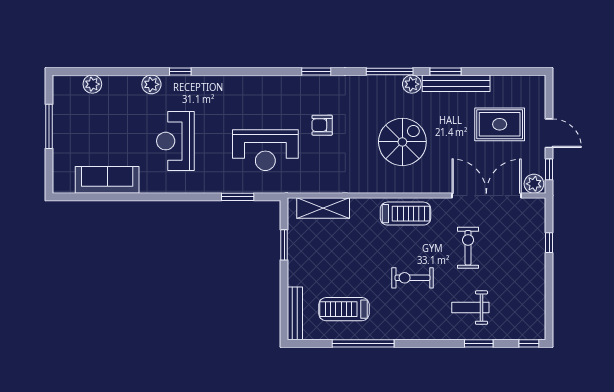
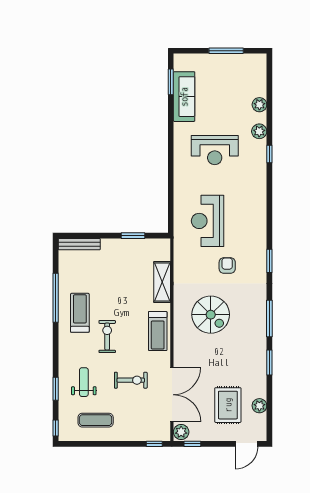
bench: (456, 83) -> (260, 371), removed
plant: (92, 84) -> (259, 105), moved
plant: (412, 84) -> (259, 406), moved
door: (549, 133) -> (246, 444), moved
reception desk: (175, 141) -> (215, 150), turned 180
spiral stairs: (402, 142) -> (211, 315), moved
window: (238, 197) -> (171, 82), moved
shelving: (323, 208) -> (162, 282), moved
window: (549, 243) -> (154, 444), moved
exercise mat: (519, 293) -> (96, 420), added
treadmill: (344, 309) -> (80, 313), moved

